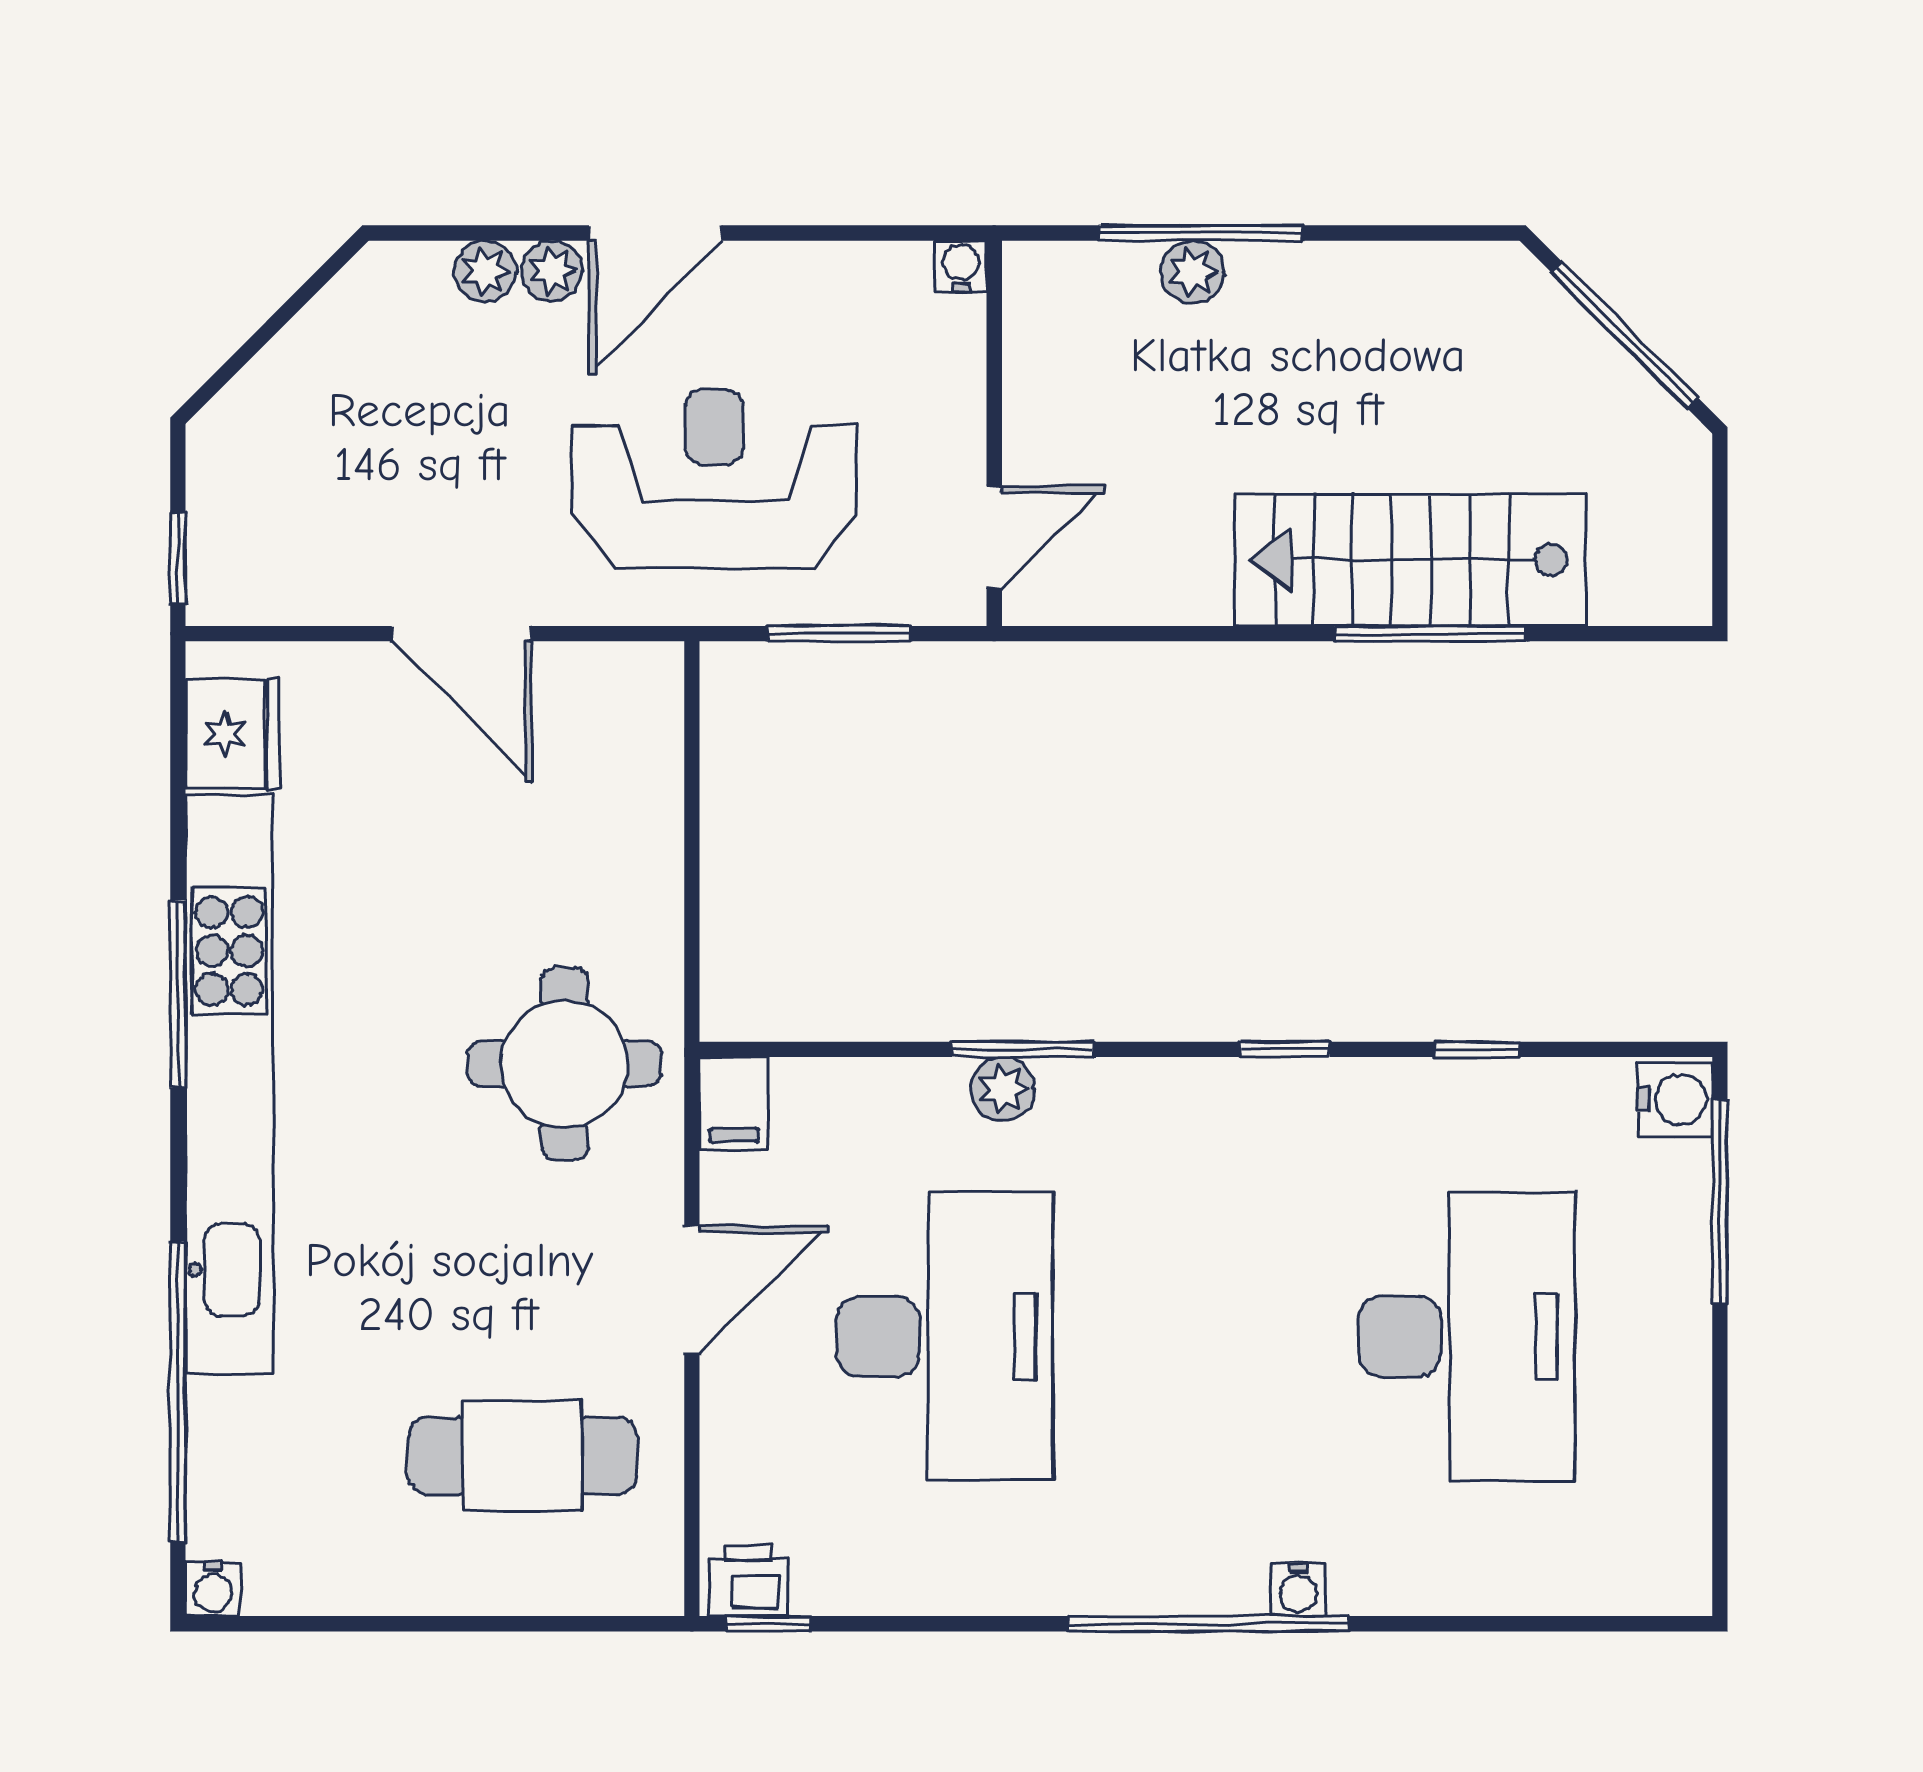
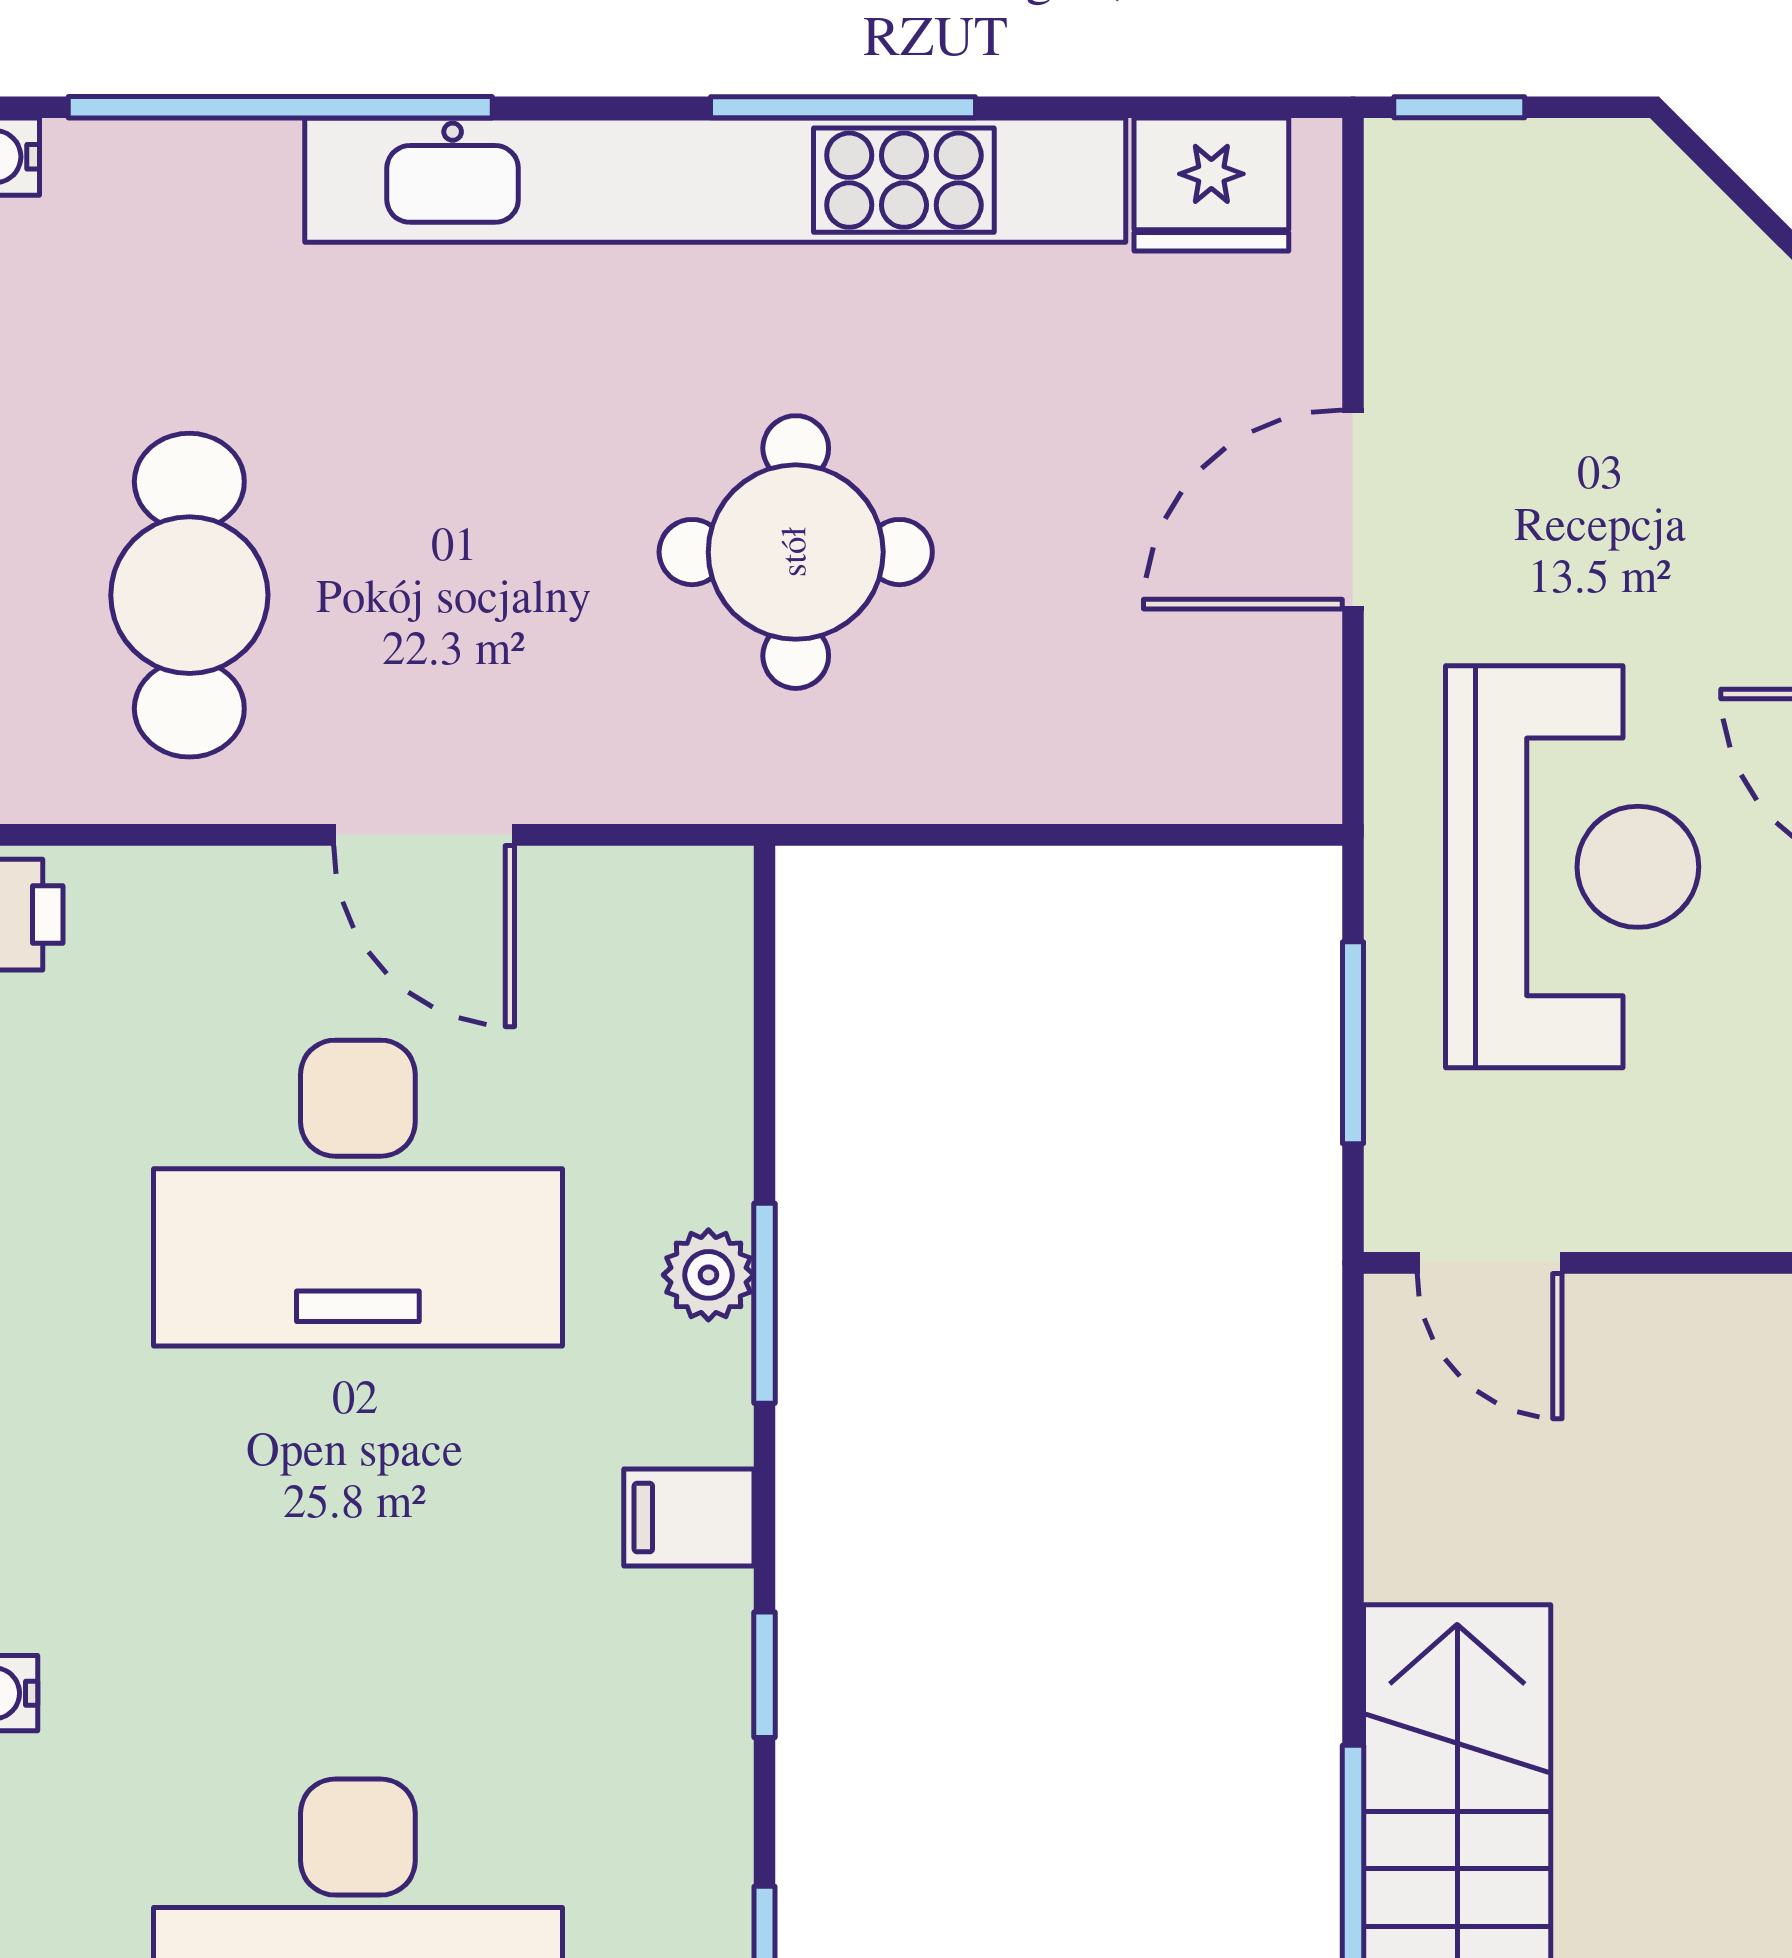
round table: (564, 1064) -> (796, 552), moved
filing cabinet: (734, 1103) -> (689, 1518), moved

